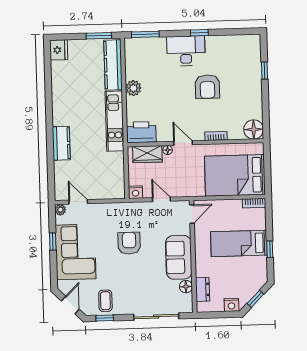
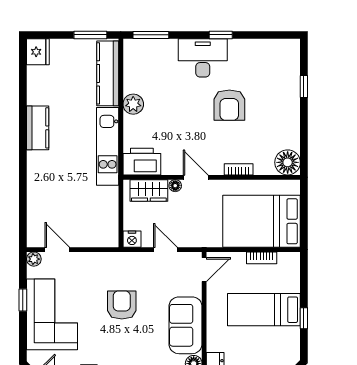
kitchen counter: (61, 143) -> (38, 128), moved
bookcase: (254, 203) -> (262, 258), moved

